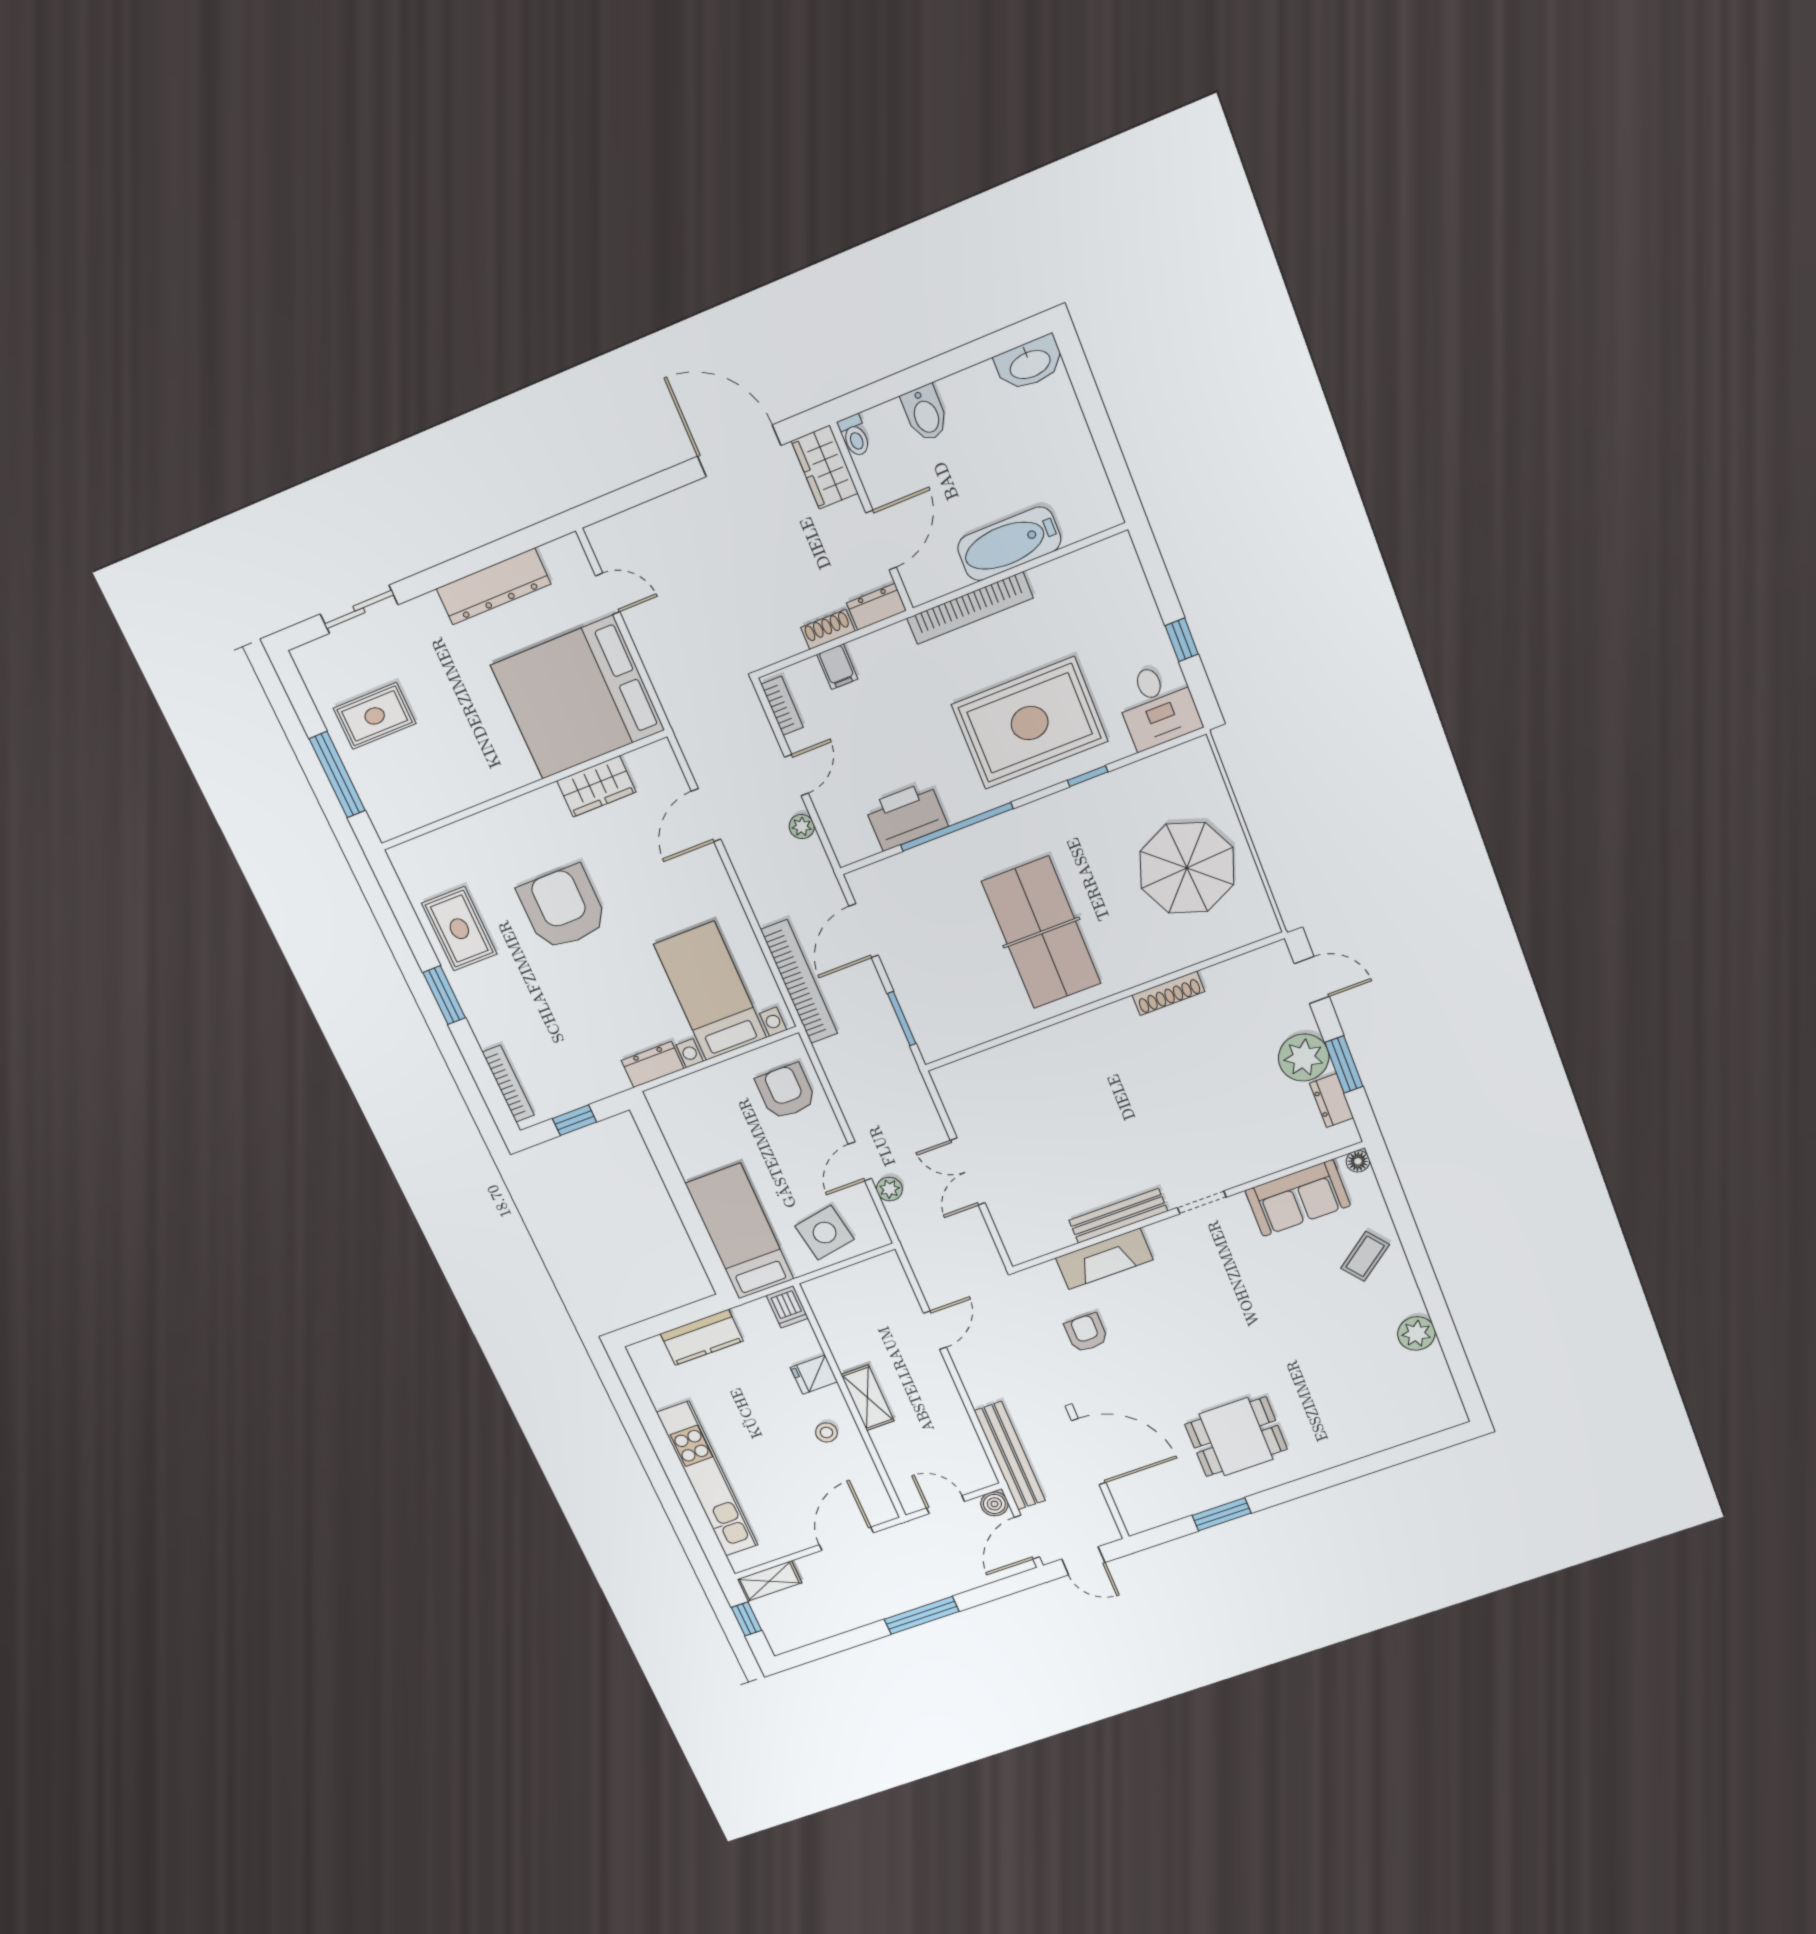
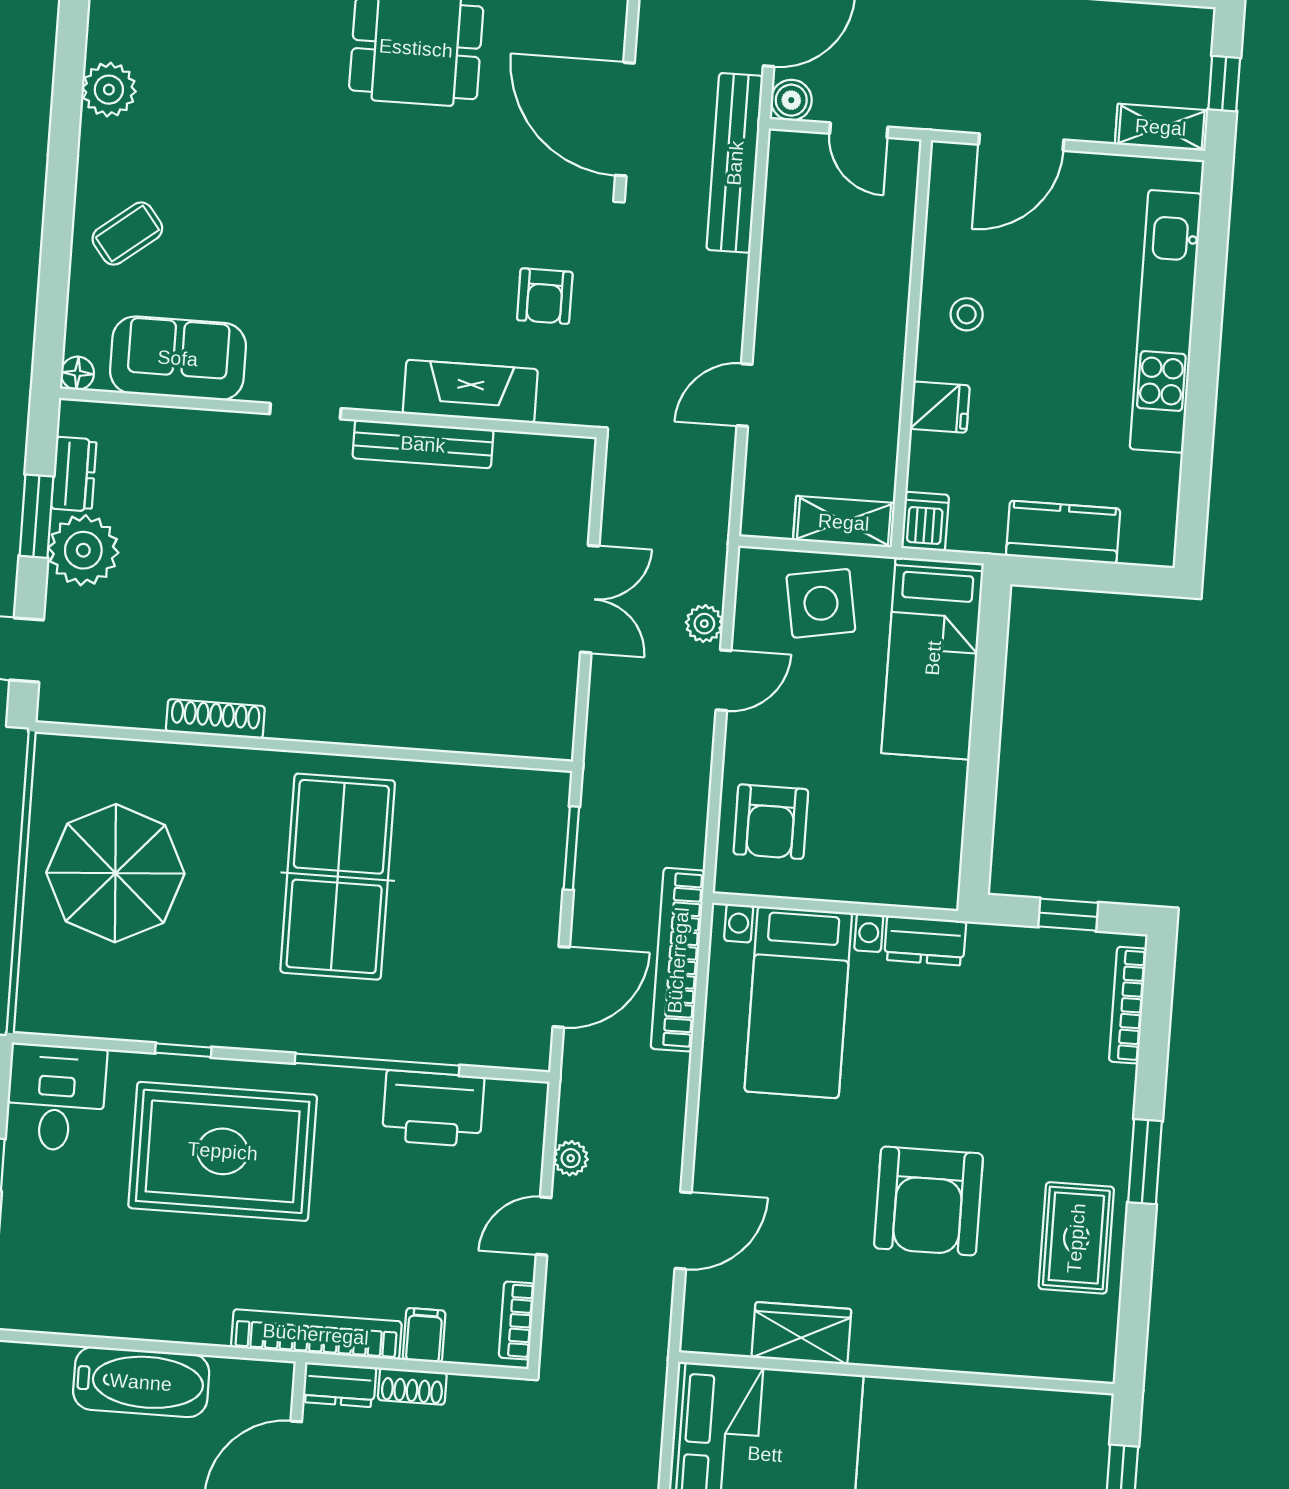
bookcase: (970, 608) -> (316, 1334), moved
shelving: (868, 1398) -> (844, 522), moved, turned 90

